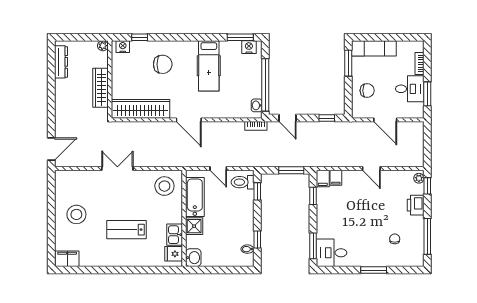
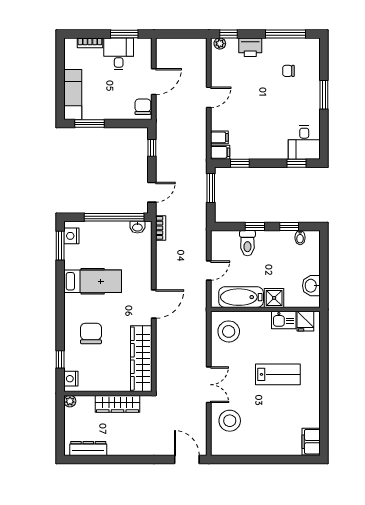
chair: (367, 91) -> (143, 107), moved
double door: (117, 168) -> (209, 385), swing flipped
toilet: (243, 182) -> (247, 243), moved
window: (257, 191) -> (255, 226), moved
stool: (76, 214) -> (230, 421), moved
lab bench: (127, 230) -> (278, 374), turned -90
window: (313, 246) -> (296, 163), width x0.67
washbasin: (193, 258) -> (311, 286), moved, turned -90

